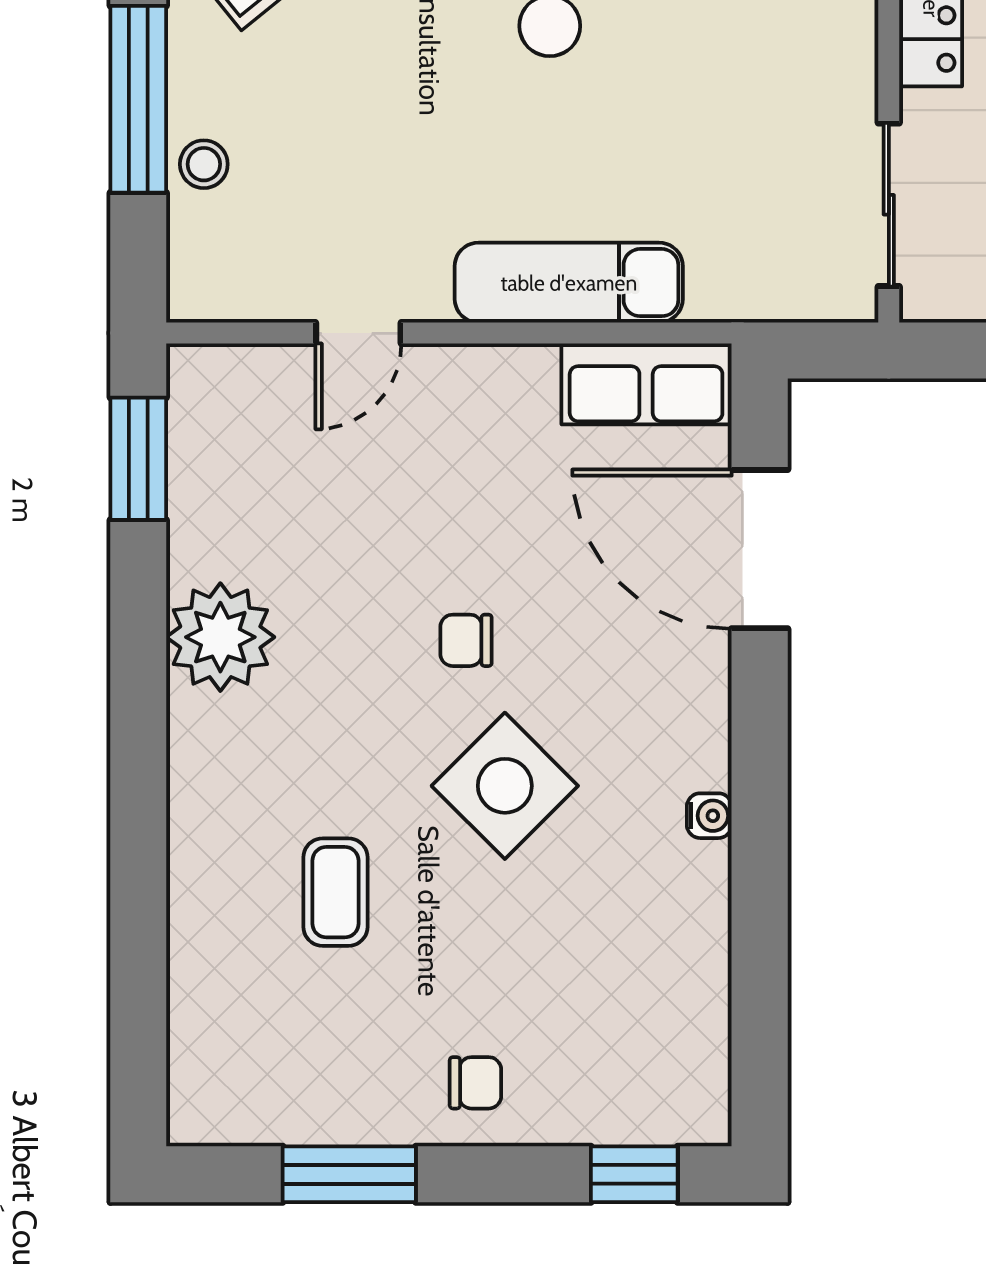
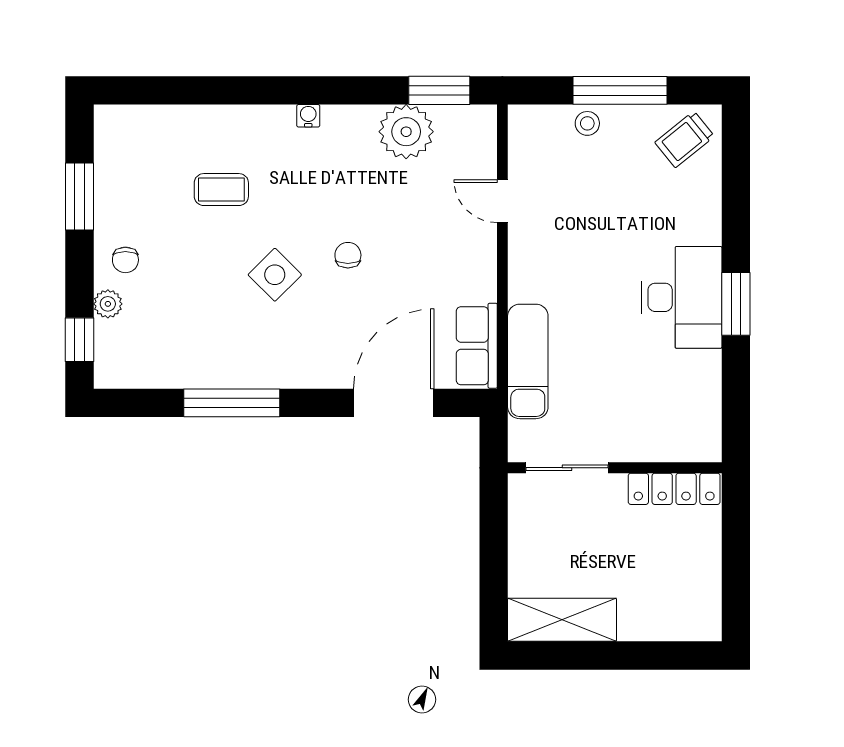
exam couch: (569, 283) -> (528, 361), moved
plant: (220, 637) -> (406, 132), moved
side table: (505, 786) -> (275, 275), width x0.73, depth x0.73
water cooler: (709, 816) -> (308, 116), moved, turned 180
window: (760, 871) -> (232, 403), added
plant: (563, 1118) -> (108, 304), added

